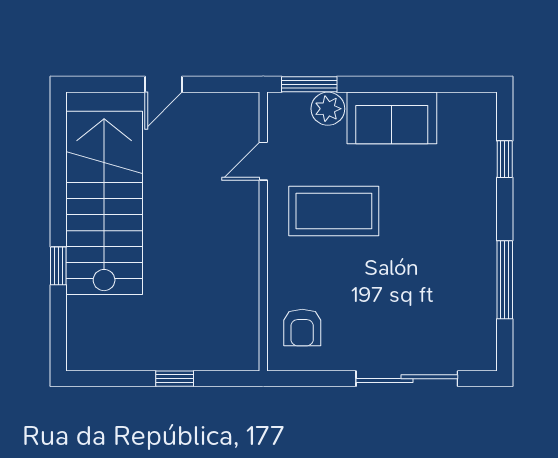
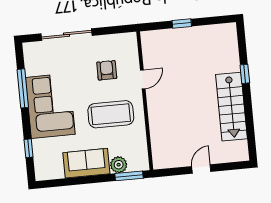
door: (263, 161) -> (143, 79), moved
stairs: (104, 203) -> (231, 107), width x0.73, depth x0.66
corner sofa: (453, 239) -> (50, 106), added
armchair: (302, 328) -> (107, 70), moved

